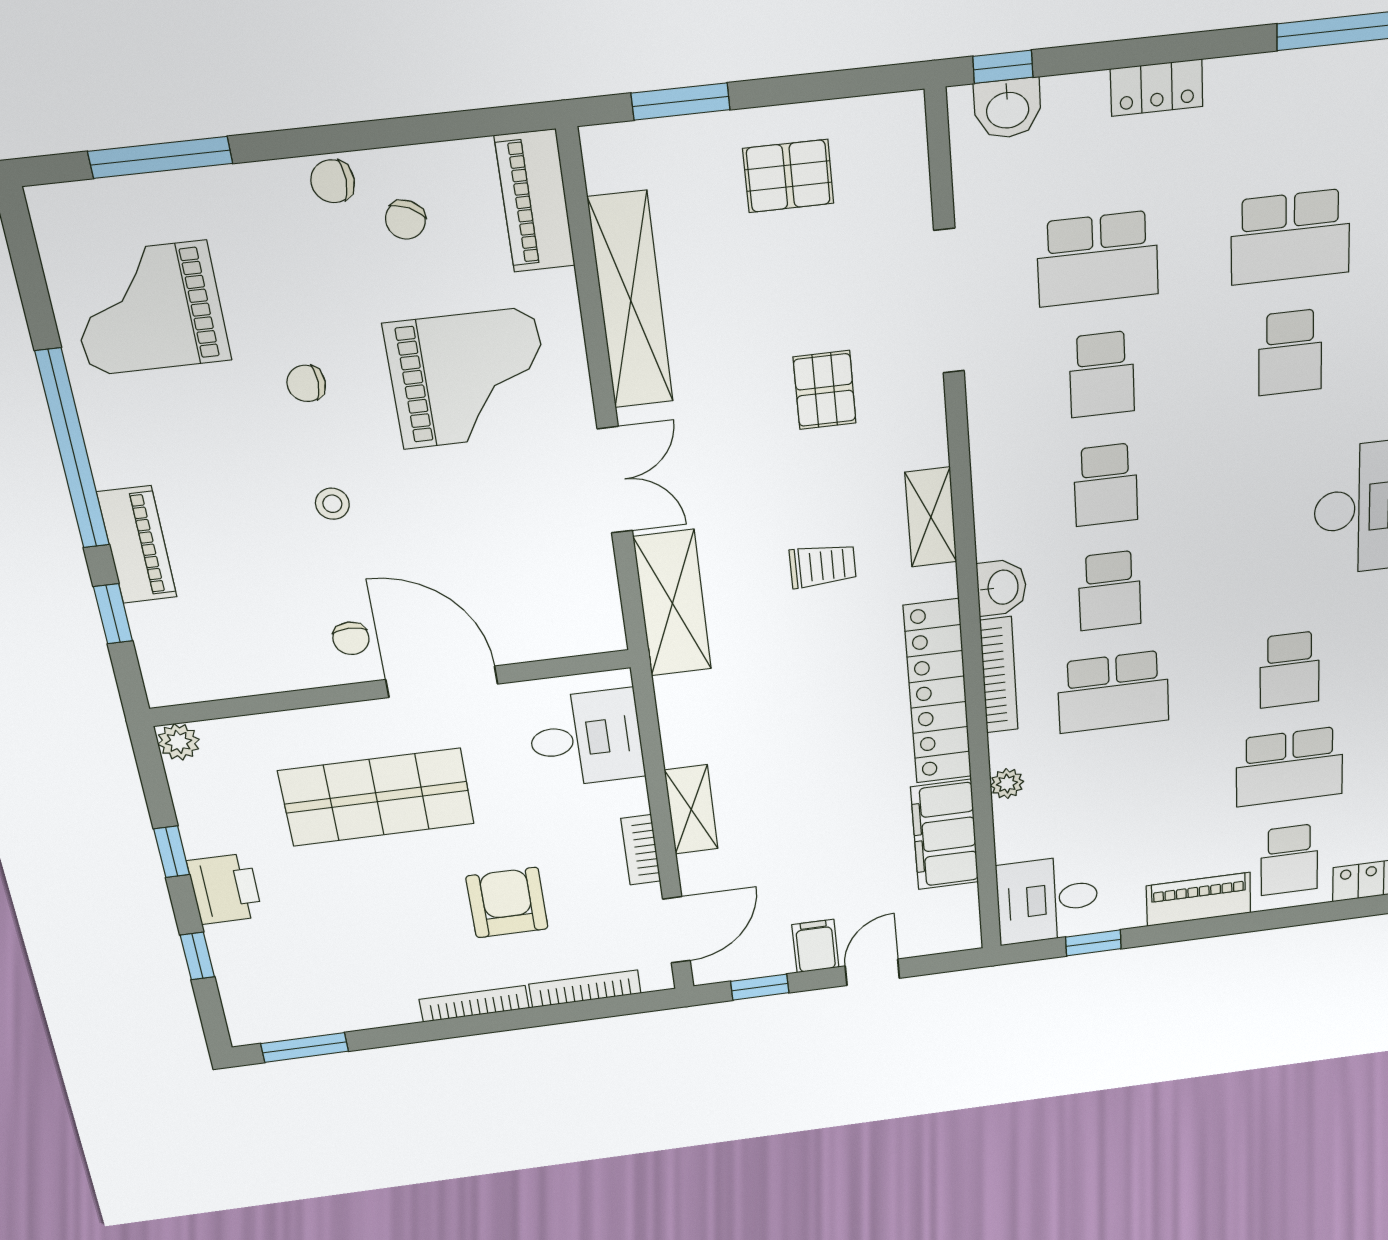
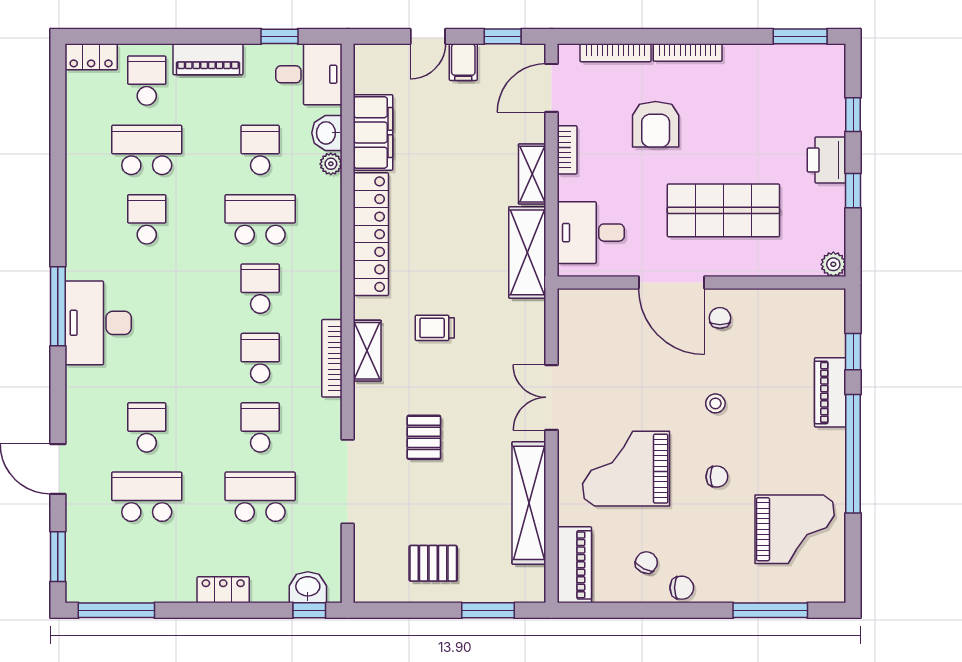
washbasin: (1002, 587) -> (327, 133), moved
shelving: (672, 603) -> (527, 252), moved
bookcase: (999, 675) -> (332, 358), moved
school desk: (1117, 789) -> (260, 150), added

